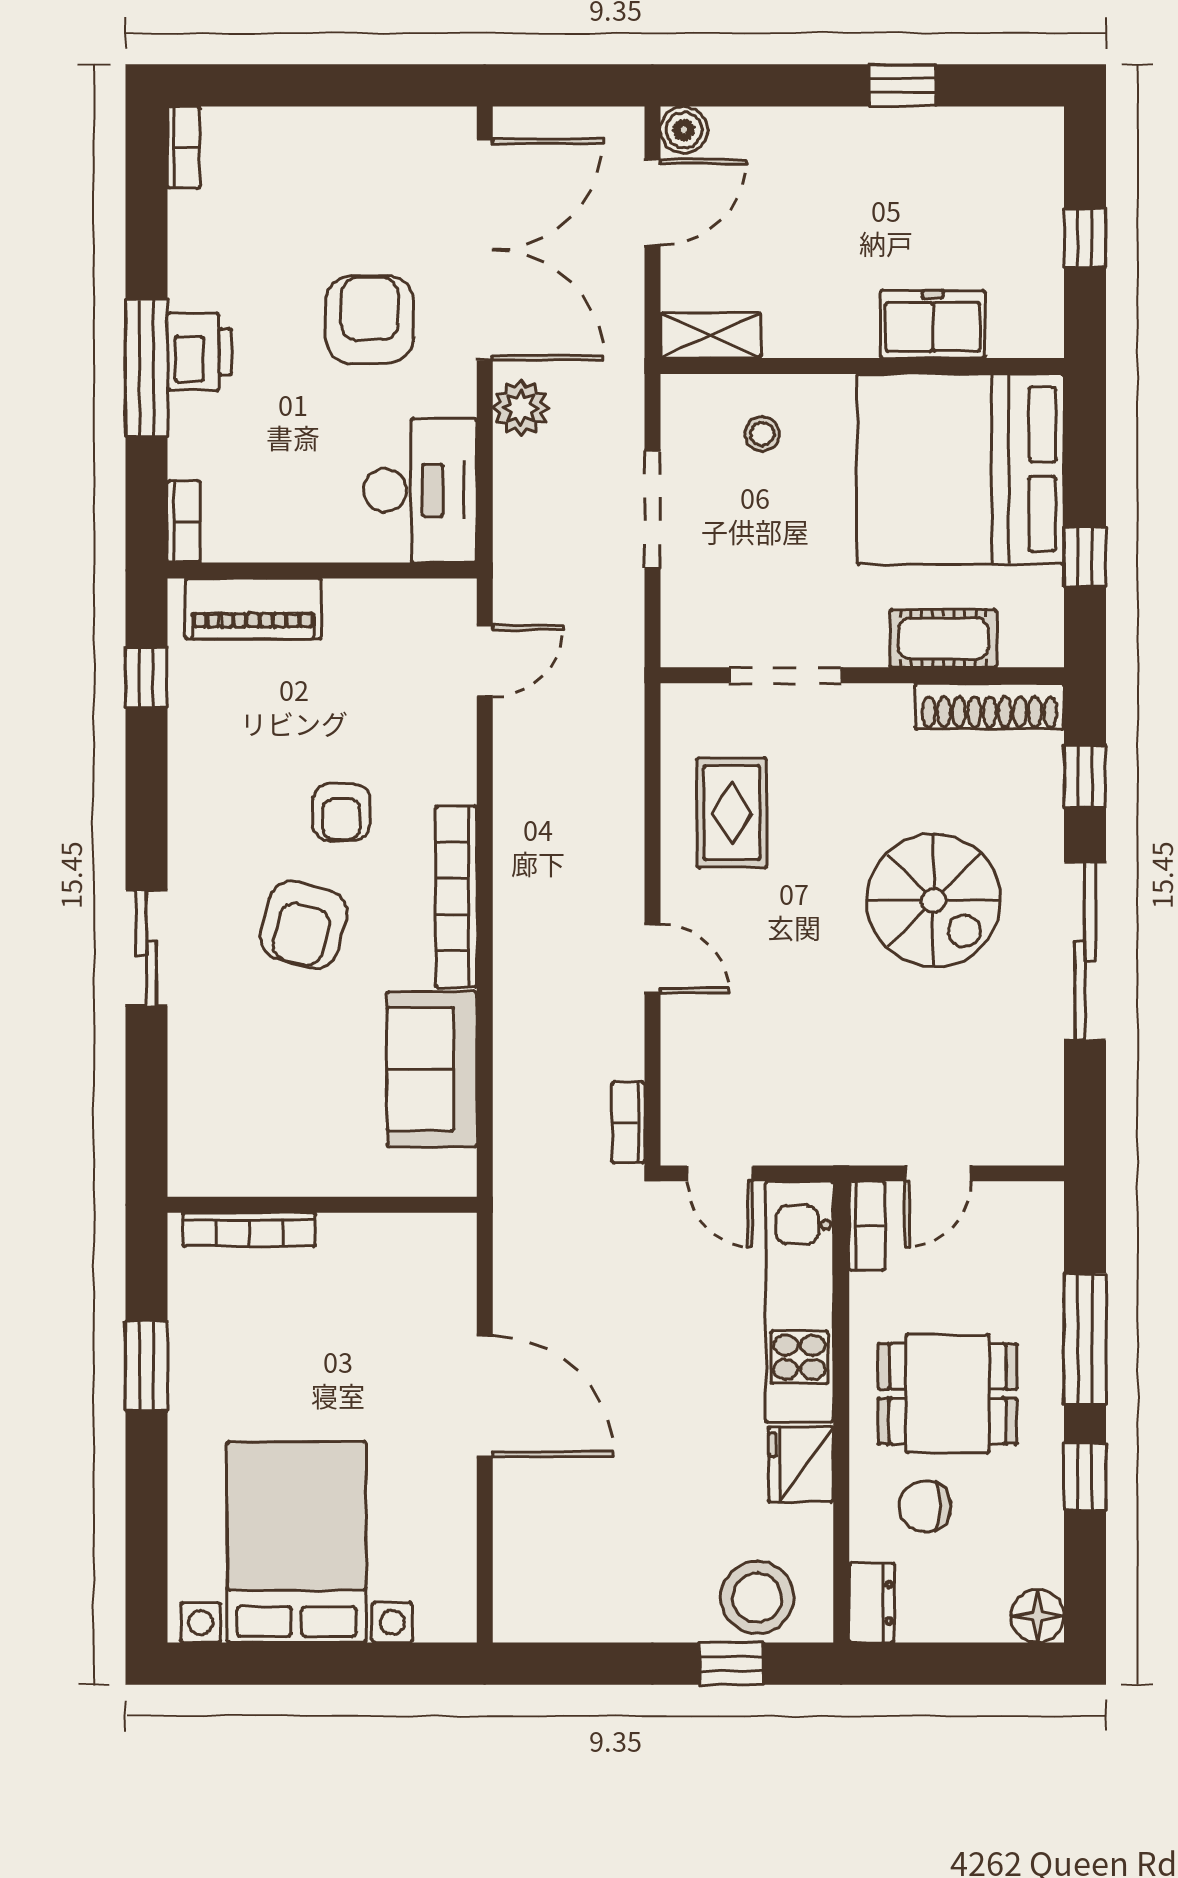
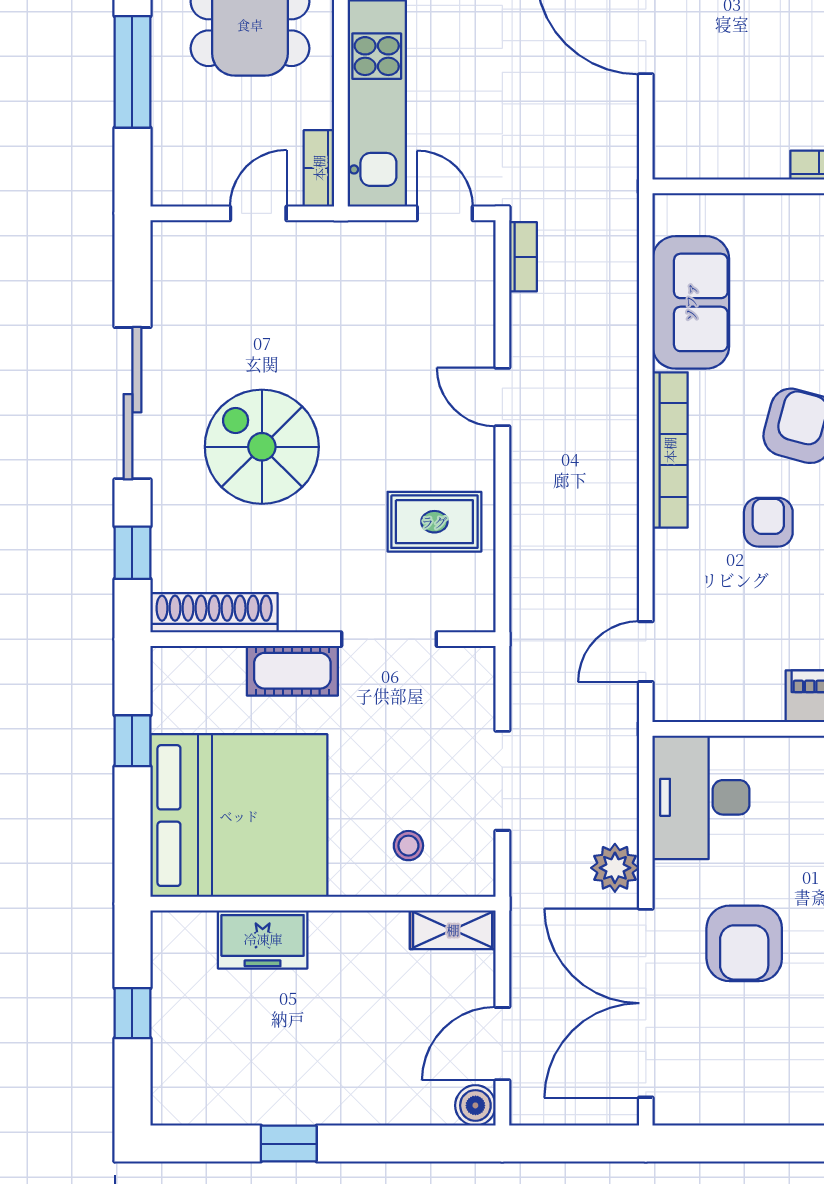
cot: (943, 638) -> (292, 671), moved
rug: (732, 813) -> (434, 522), turned 90

